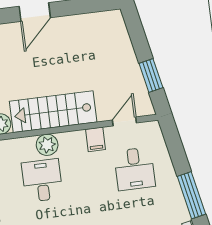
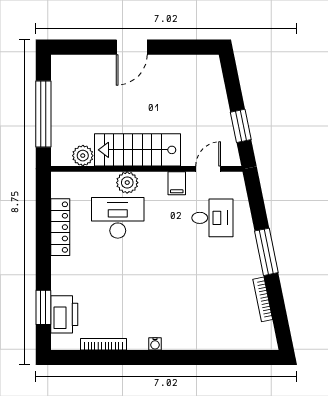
desk: (135, 169) -> (212, 218), turned -90
desk: (42, 180) -> (118, 218), width x1.37

